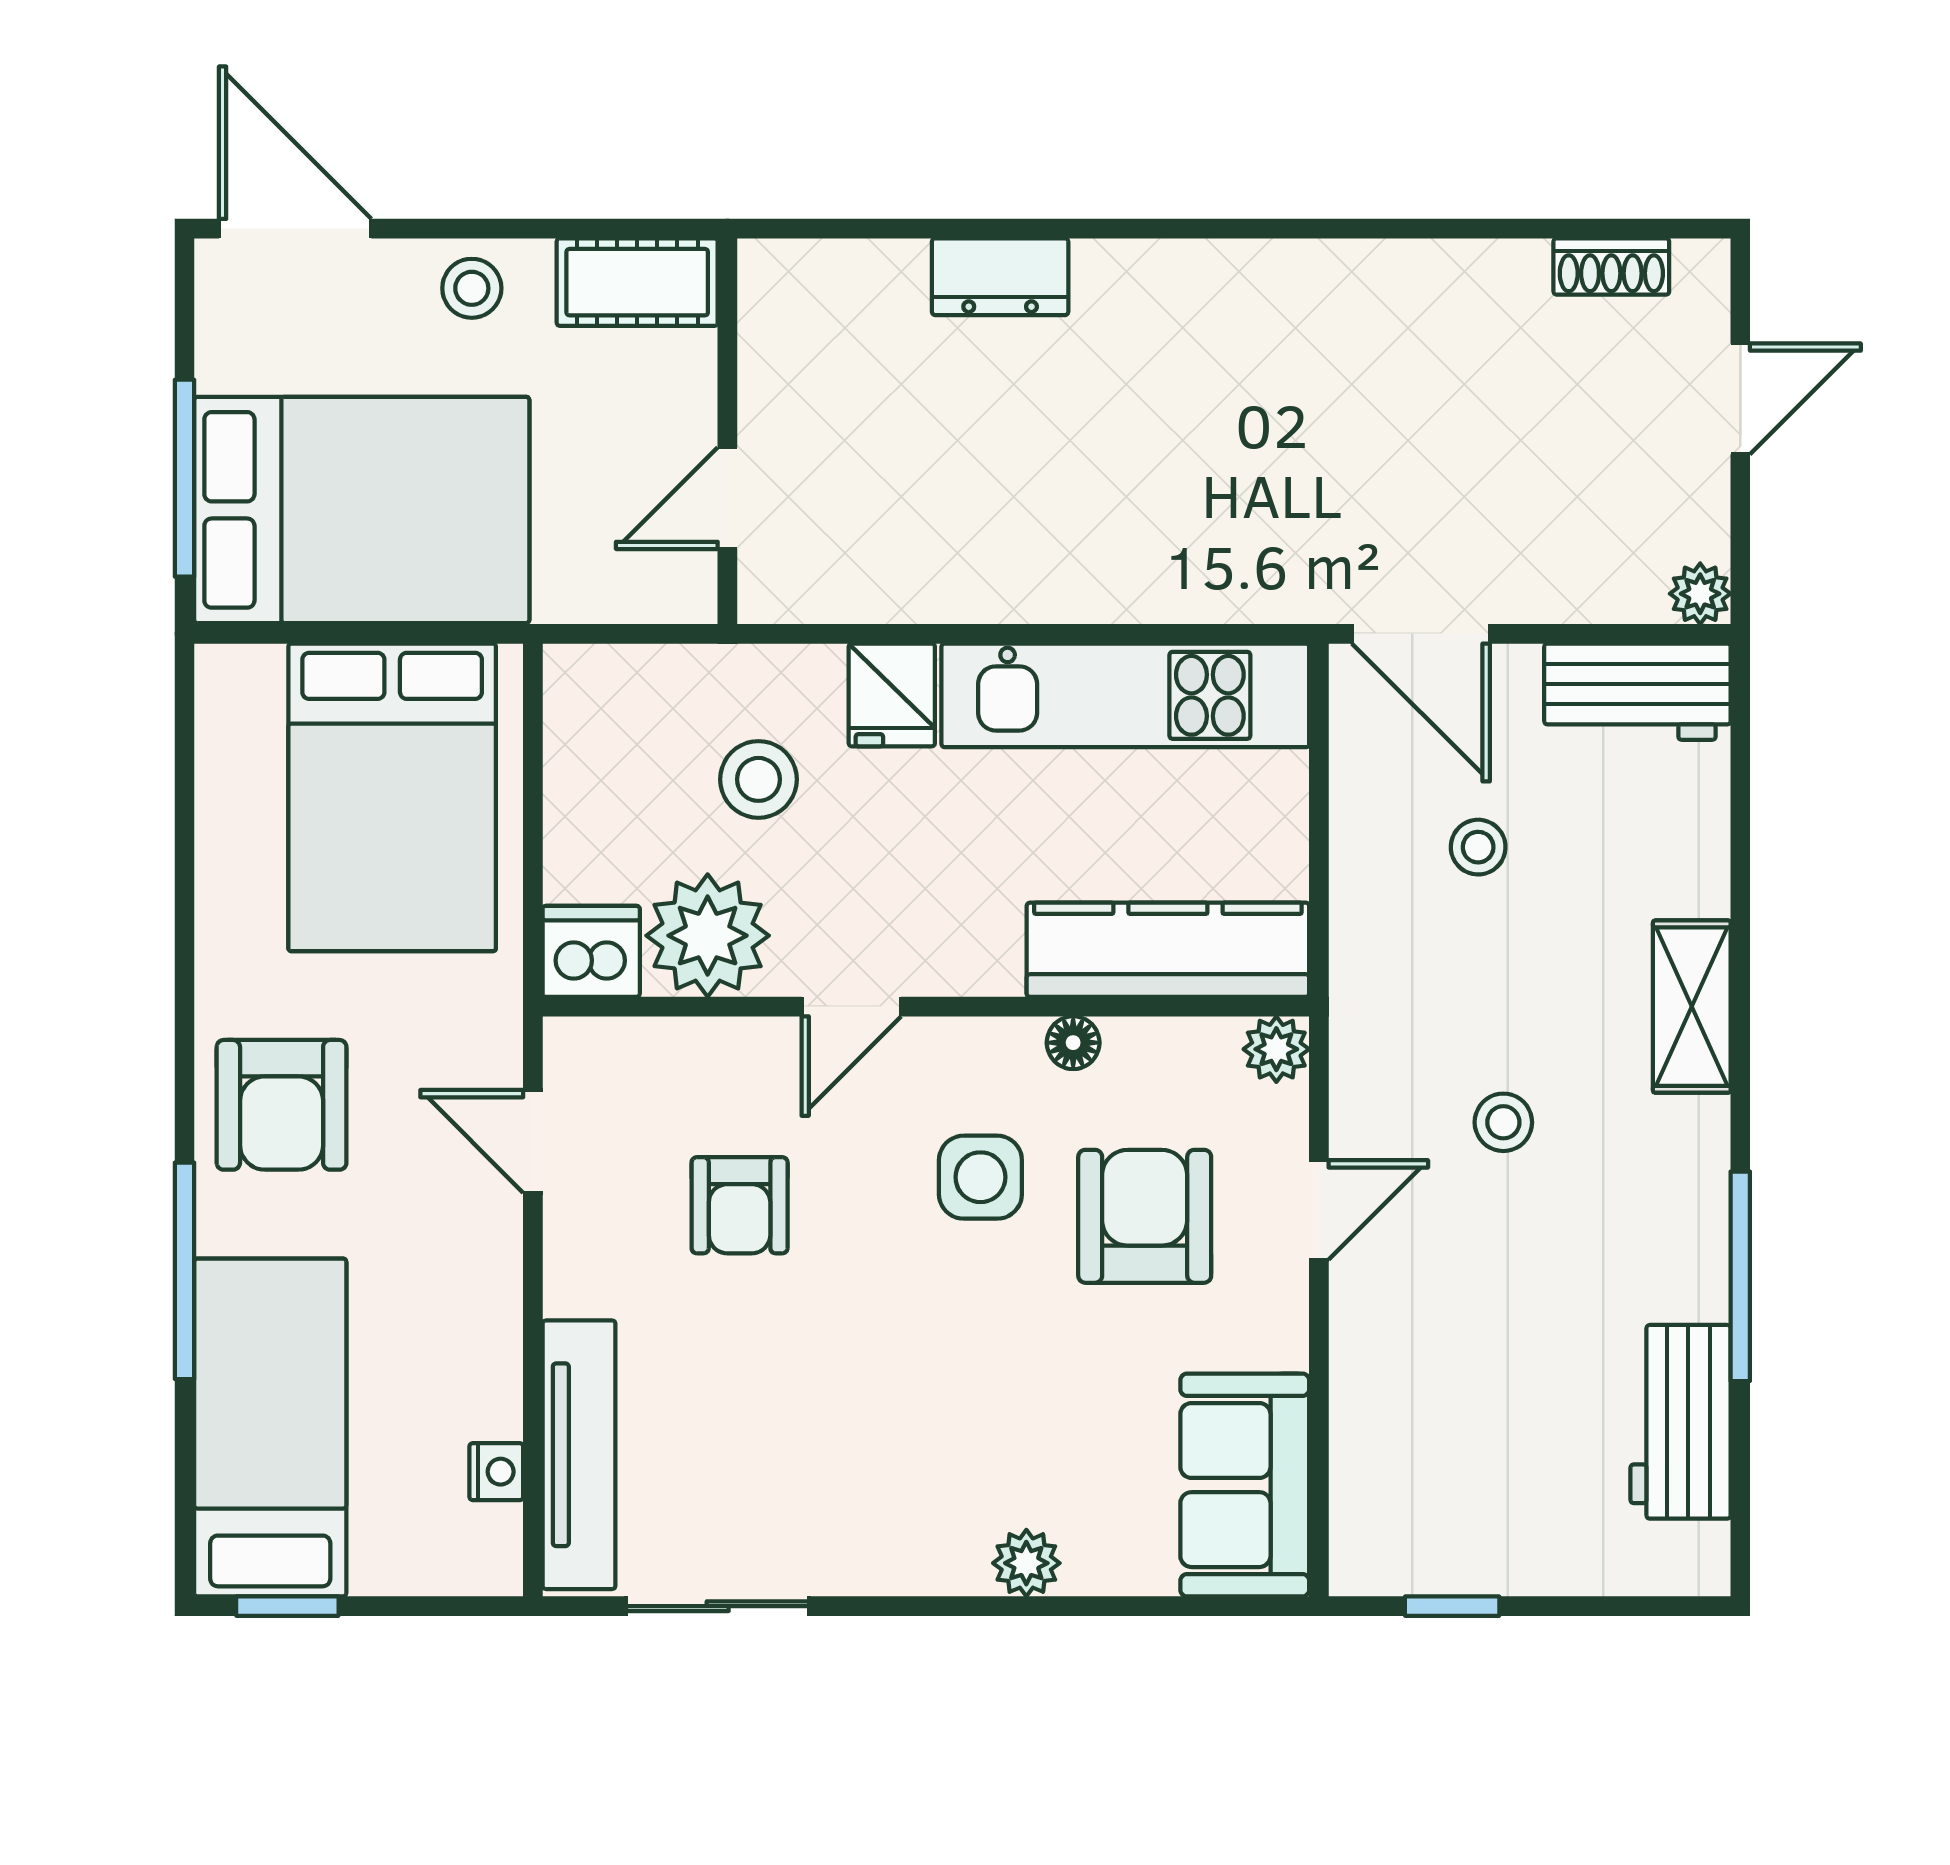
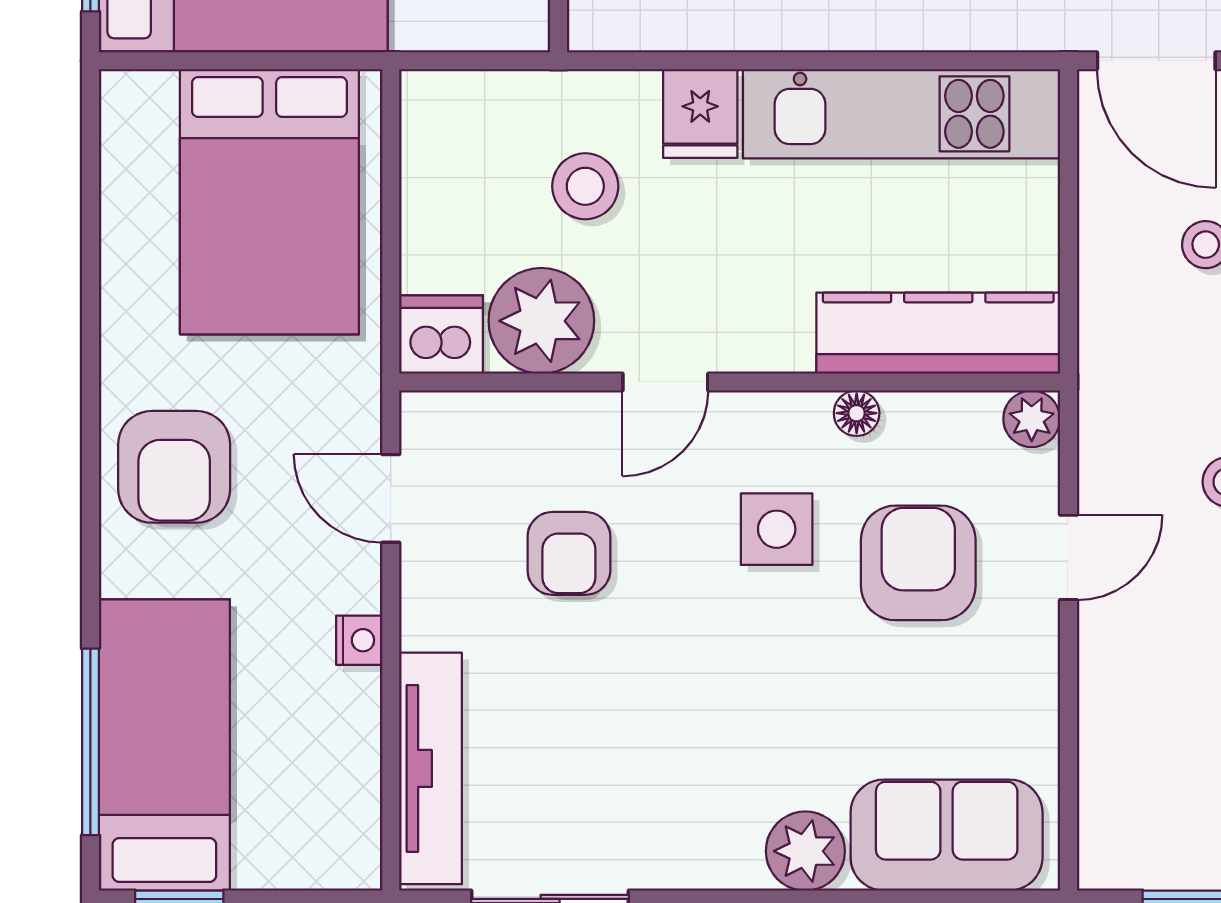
window: (184, 1271) -> (90, 742), moved
nightstand: (496, 1472) -> (359, 640), moved
sofa: (1245, 1485) -> (947, 835), moved, turned 90
plant: (1026, 1563) -> (805, 851), width x1.38, depth x1.38

